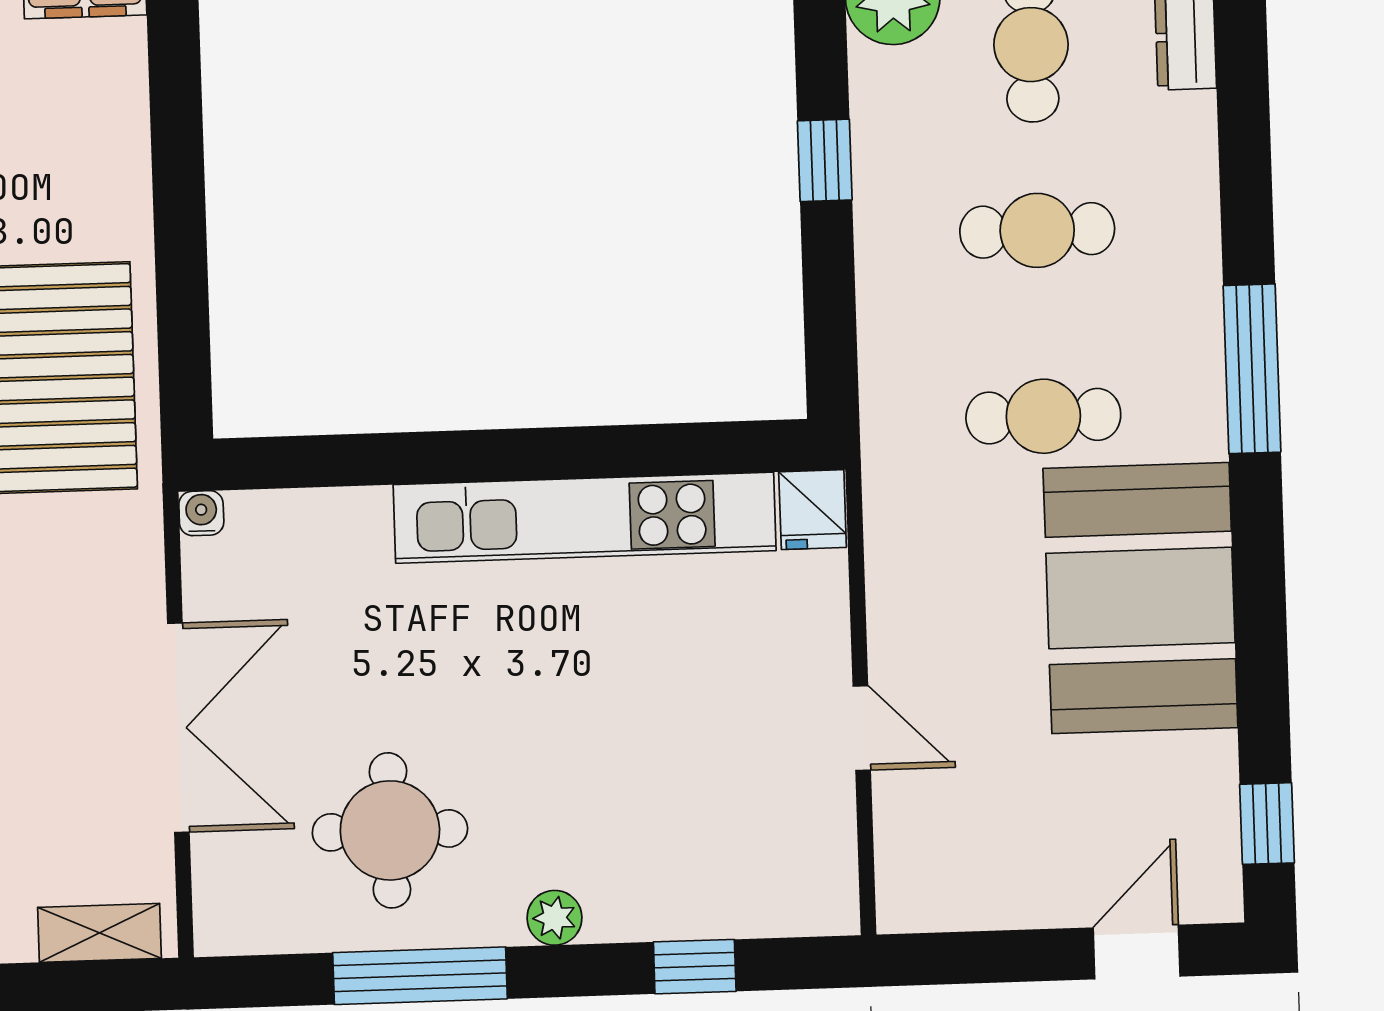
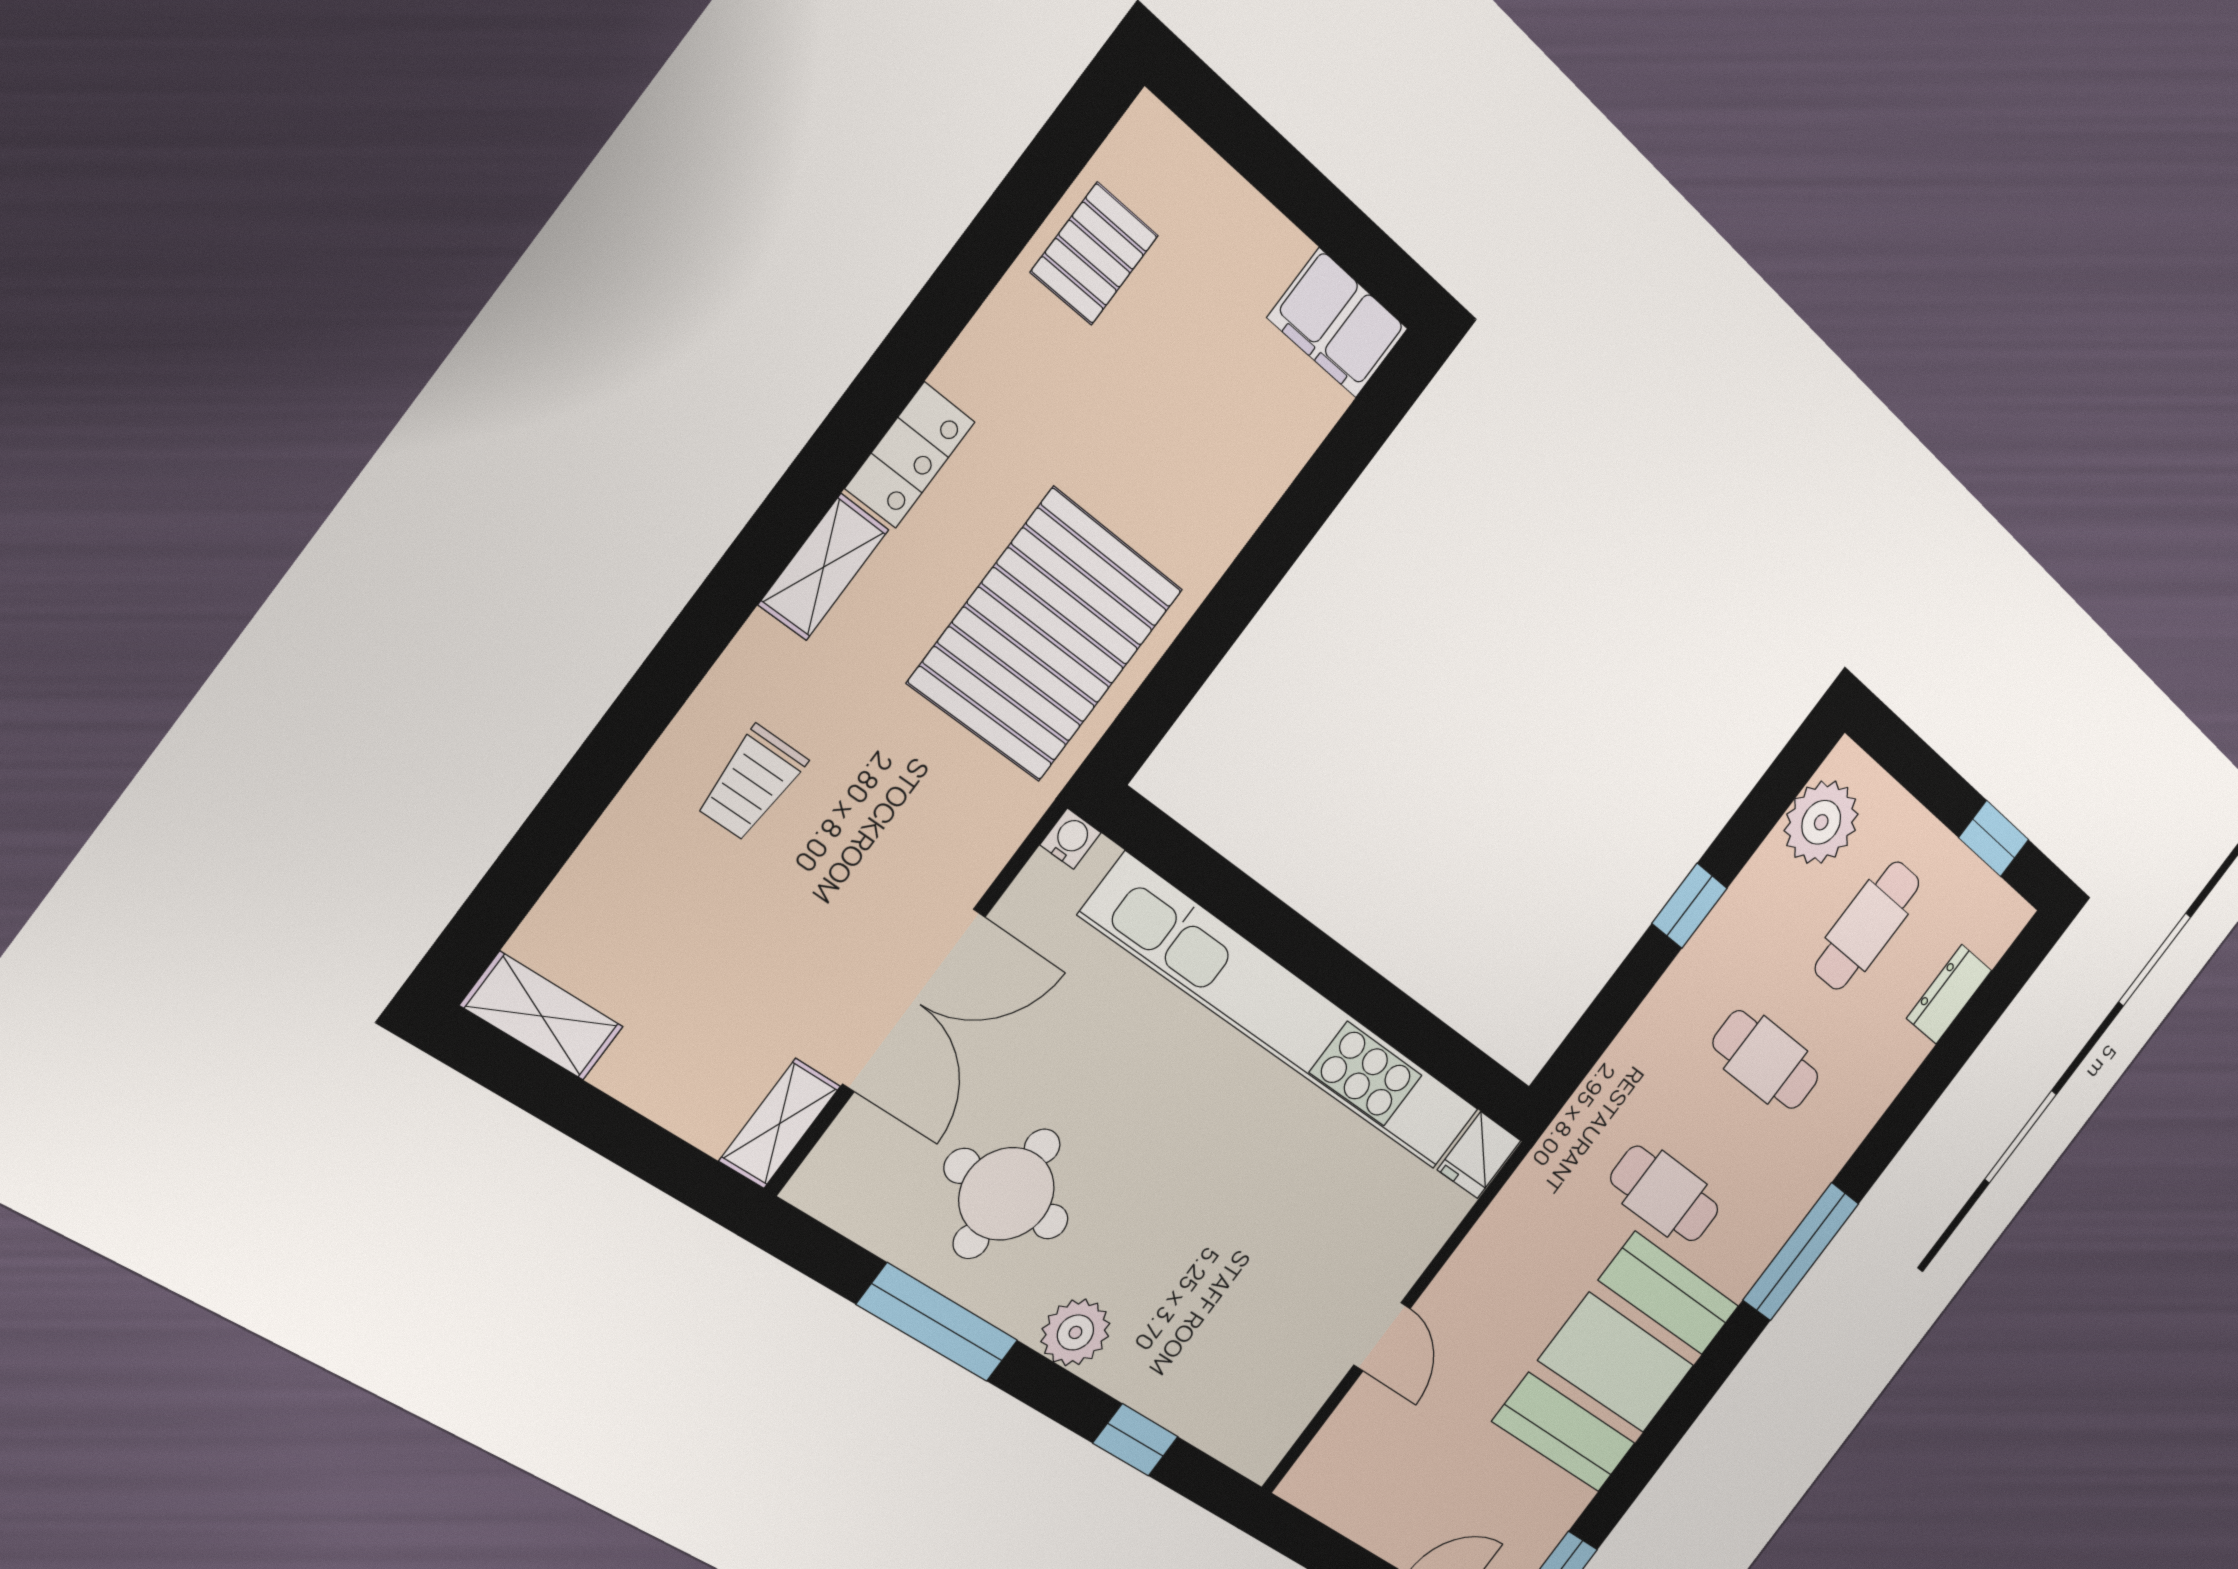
kitchen unit: (585, 518) -> (1286, 1016), width x1.36
plant: (554, 918) -> (1075, 1332), width x1.38, depth x1.38
shelving: (99, 933) -> (780, 1124), moved, turned 90

